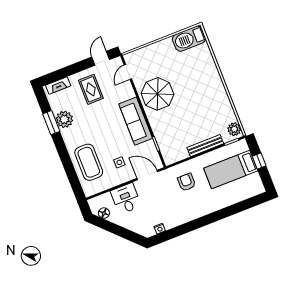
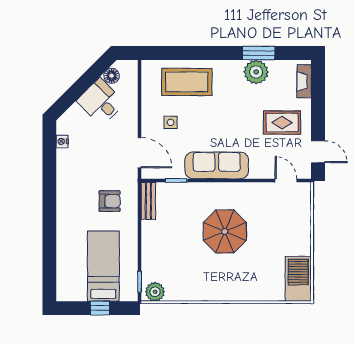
parasol: (157, 94) -> (225, 231), moved
bench: (205, 146) -> (148, 201), moved, width x0.73
door: (147, 175) -> (139, 153), hinge flipped
desk: (126, 199) -> (101, 102), moved, turned -135

